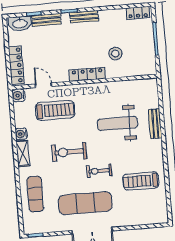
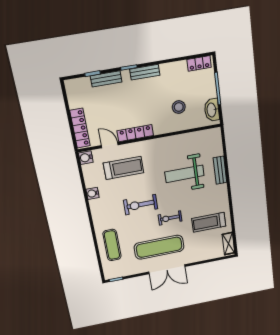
washbasin: (20, 23) -> (212, 110), moved, turned 90
locker: (87, 74) -> (135, 133), moved
shelving: (23, 154) -> (228, 244), moved

